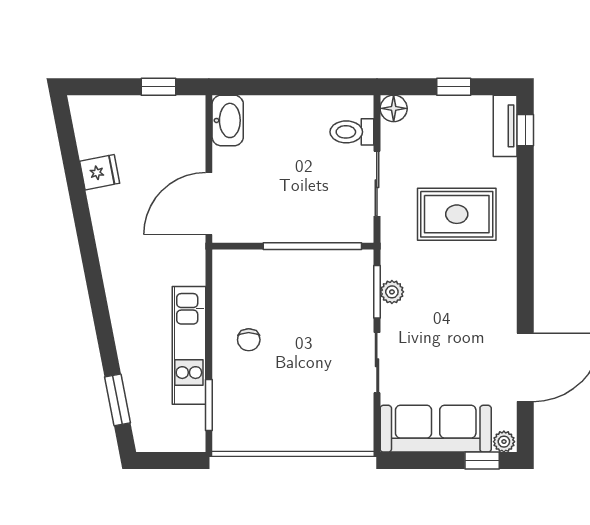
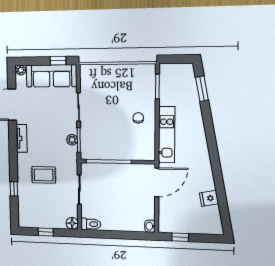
washbasin: (228, 120) -> (150, 226), width x0.52, depth x0.69
tv unit: (505, 126) -> (22, 138), moved
window: (525, 130) -> (14, 189), moved
toilet: (352, 132) -> (91, 224), moved
rug: (457, 214) -> (44, 175), width x0.73, depth x0.70
kitchen unit: (189, 345) -> (167, 135), moved
window: (482, 460) -> (58, 61), moved

